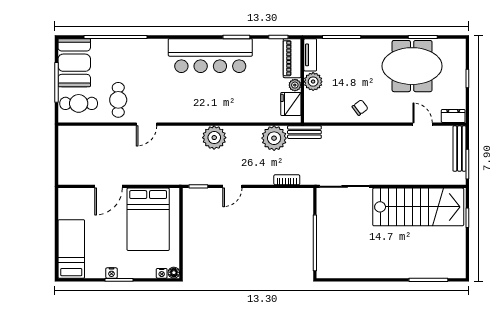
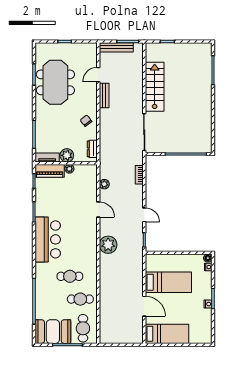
bar counter: (210, 56) -> (48, 239), width x0.73
cafe table: (149, 86) -> (70, 276), added
fridge: (291, 104) -> (83, 172), removed
dresser: (453, 116) -> (92, 149), moved
door: (147, 124) -> (98, 209), moved
bench: (304, 132) -> (104, 95), moved
plant: (214, 138) -> (108, 245), moved
plant: (274, 138) -> (104, 184), width x0.53, depth x0.53
stairs: (418, 207) -> (155, 87), width x0.73, depth x0.66
bed: (148, 219) -> (168, 282), width x0.67
bed: (71, 249) -> (167, 334), moved, turned 180

